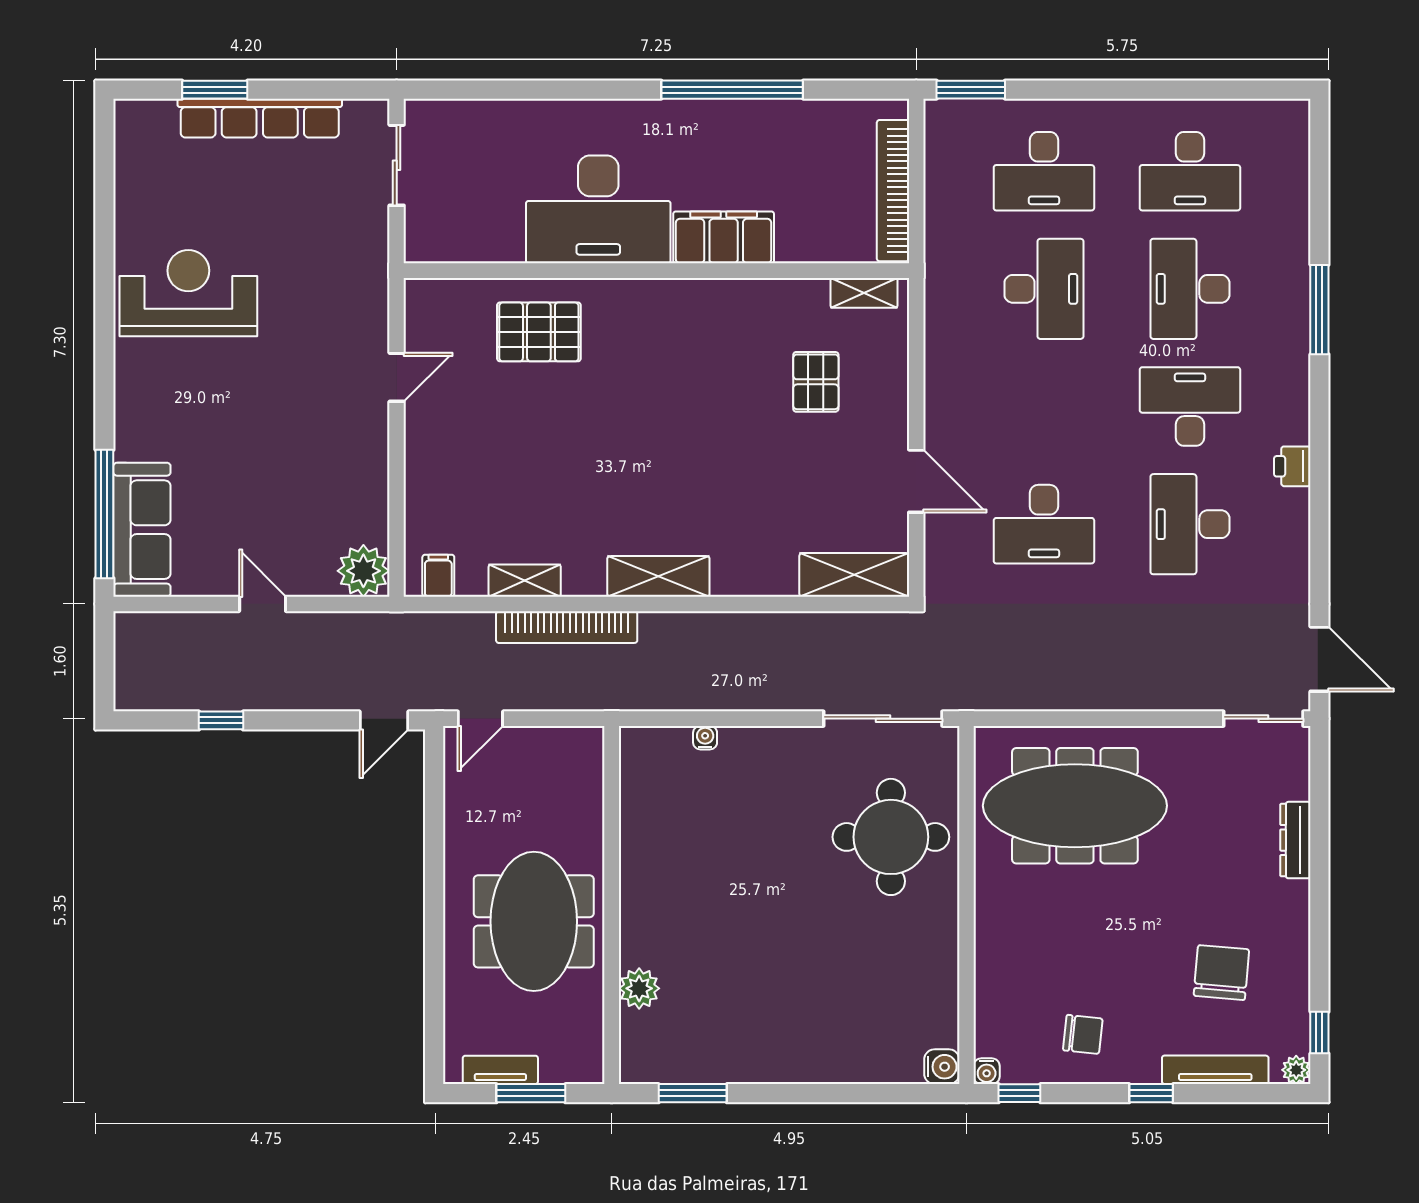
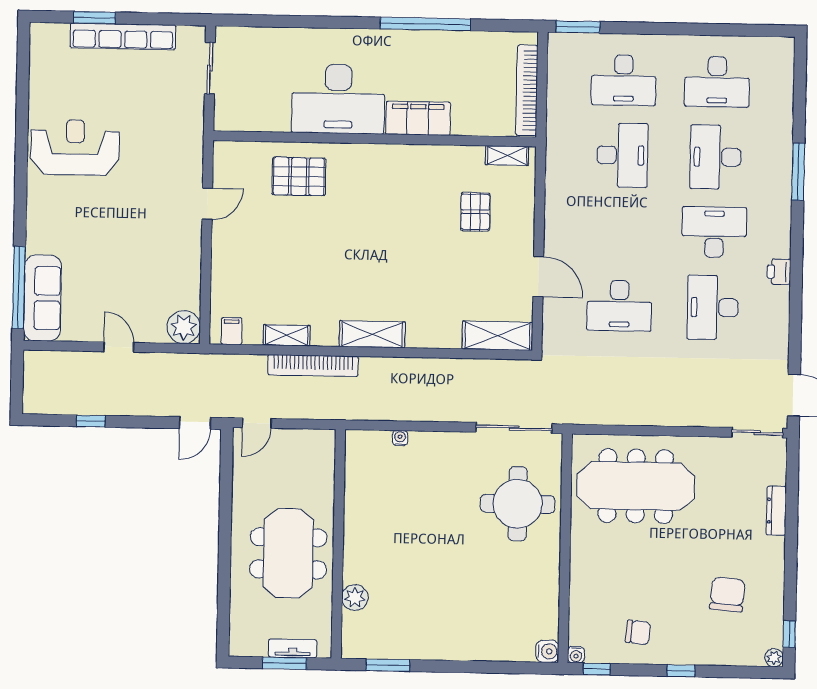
tv unit: (500, 1070) -> (293, 648), moved
tv unit: (1215, 1070) -> (722, 657), removed

